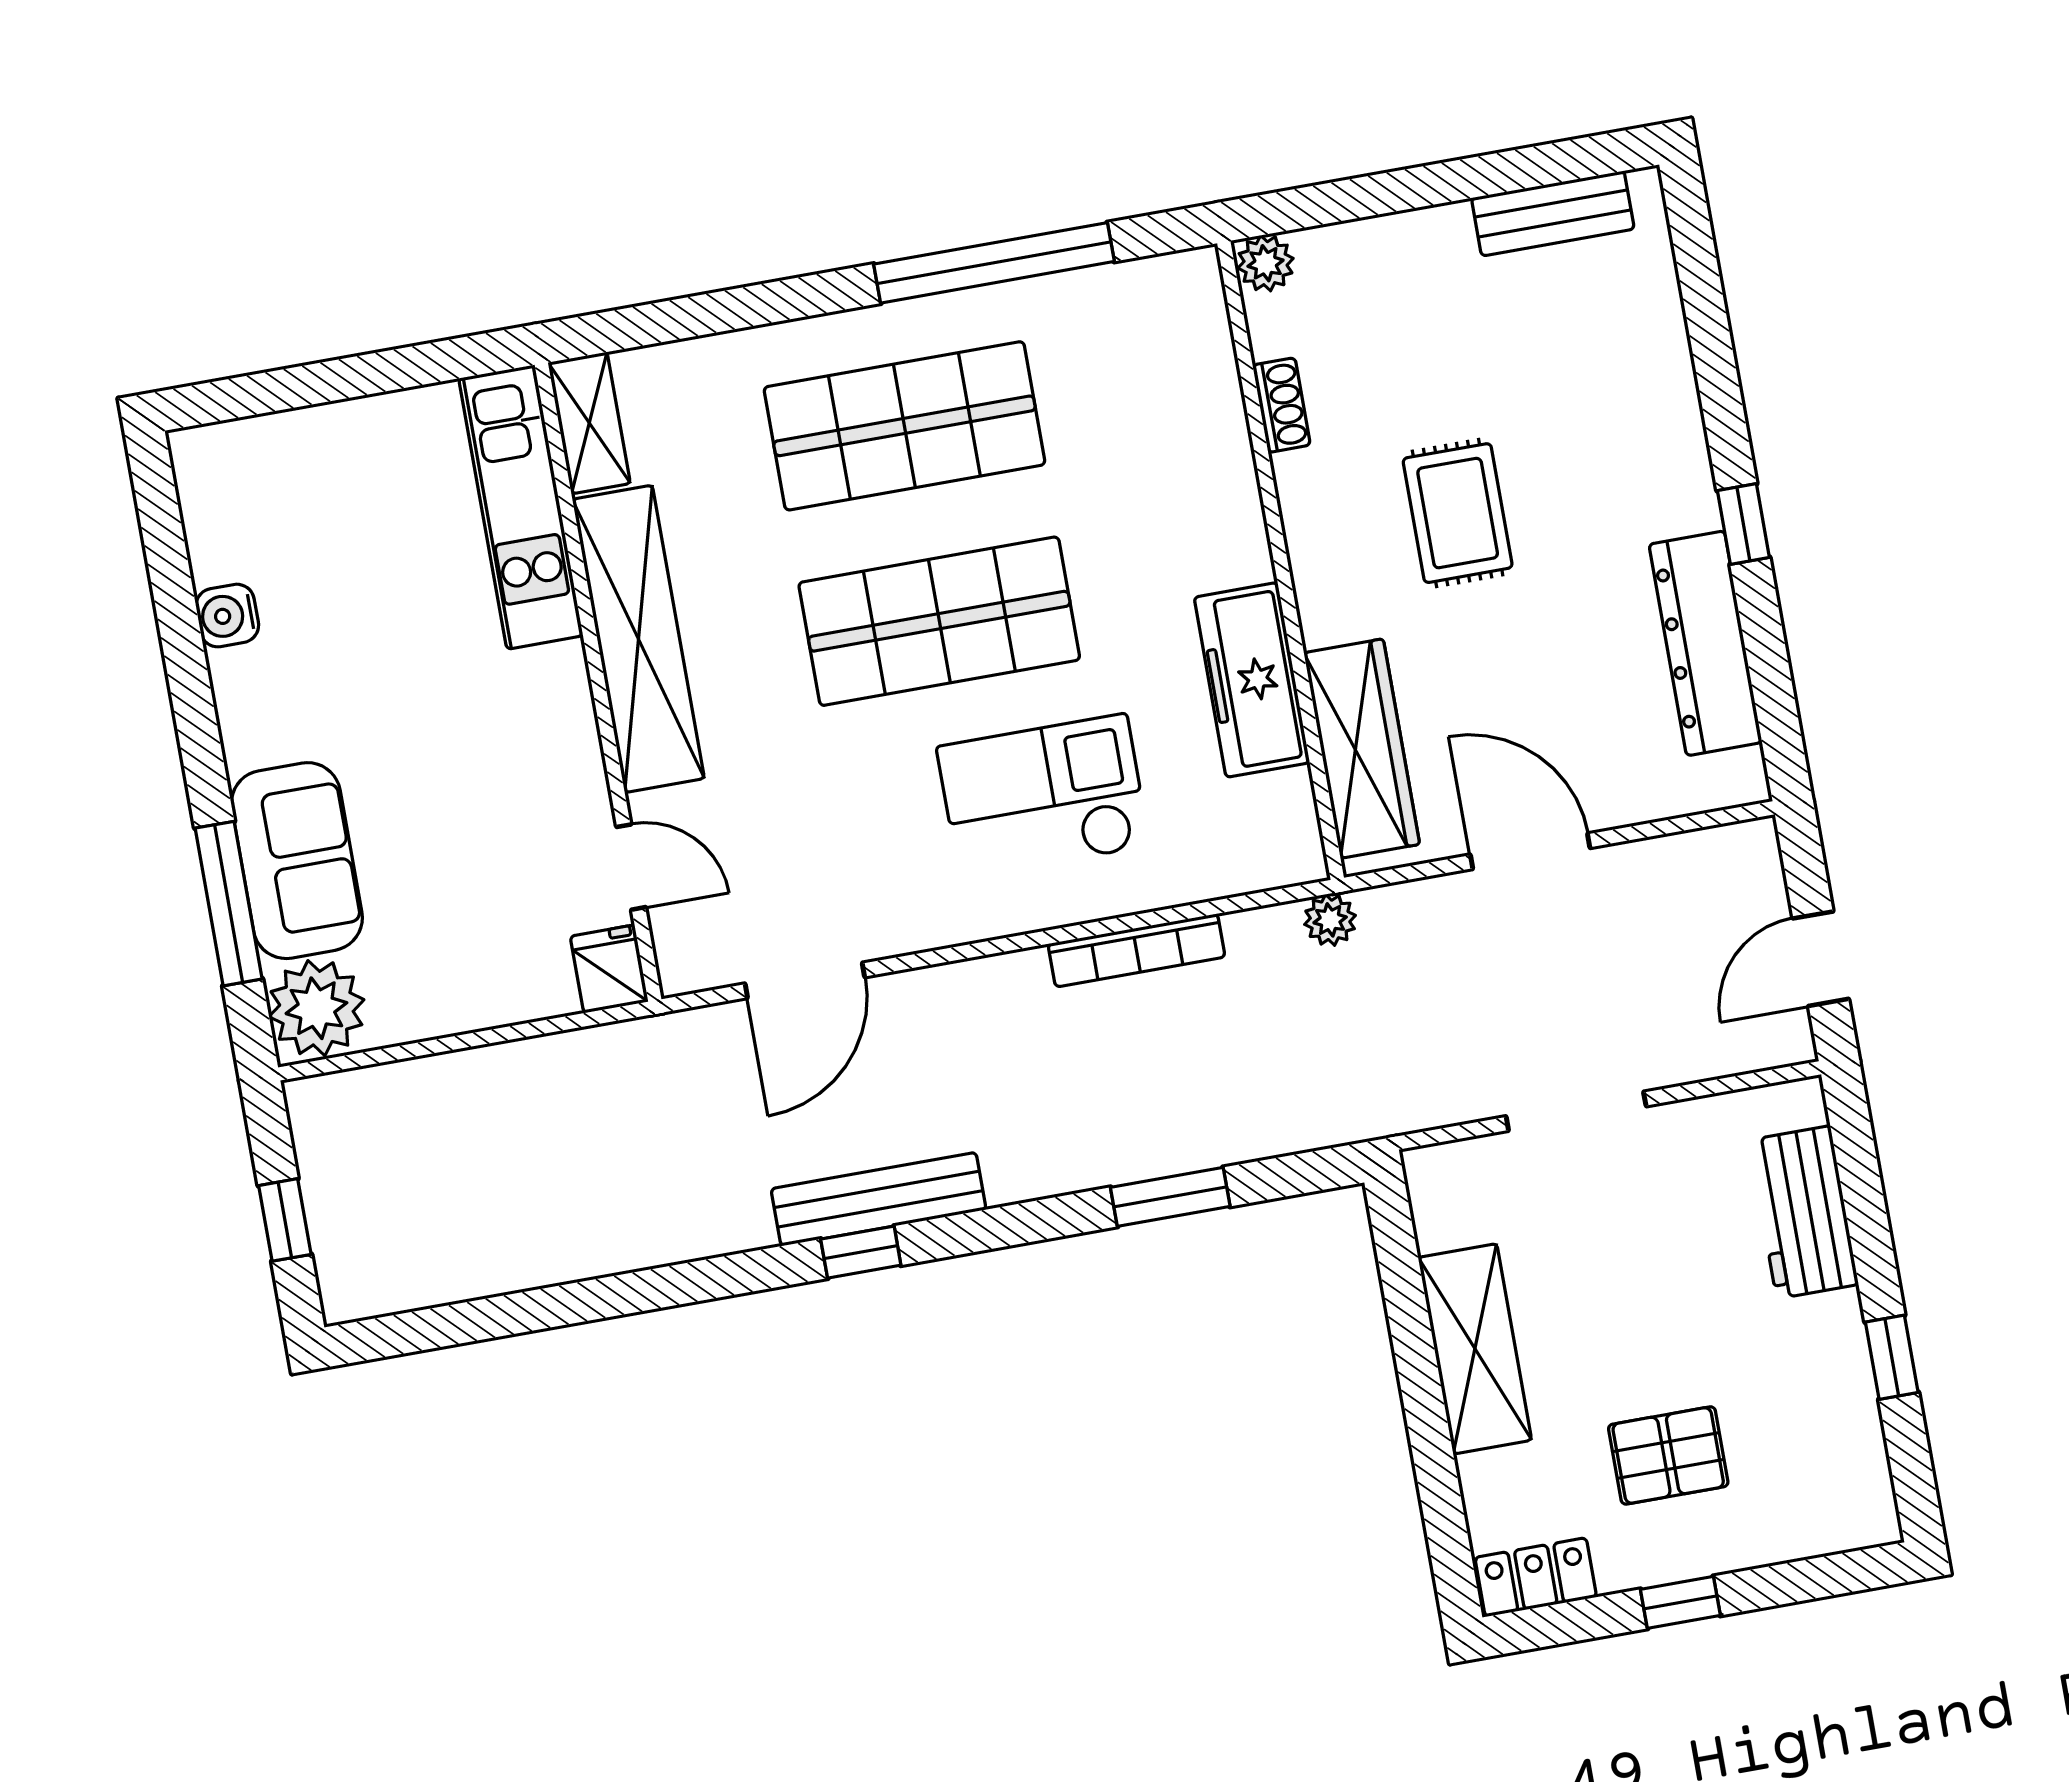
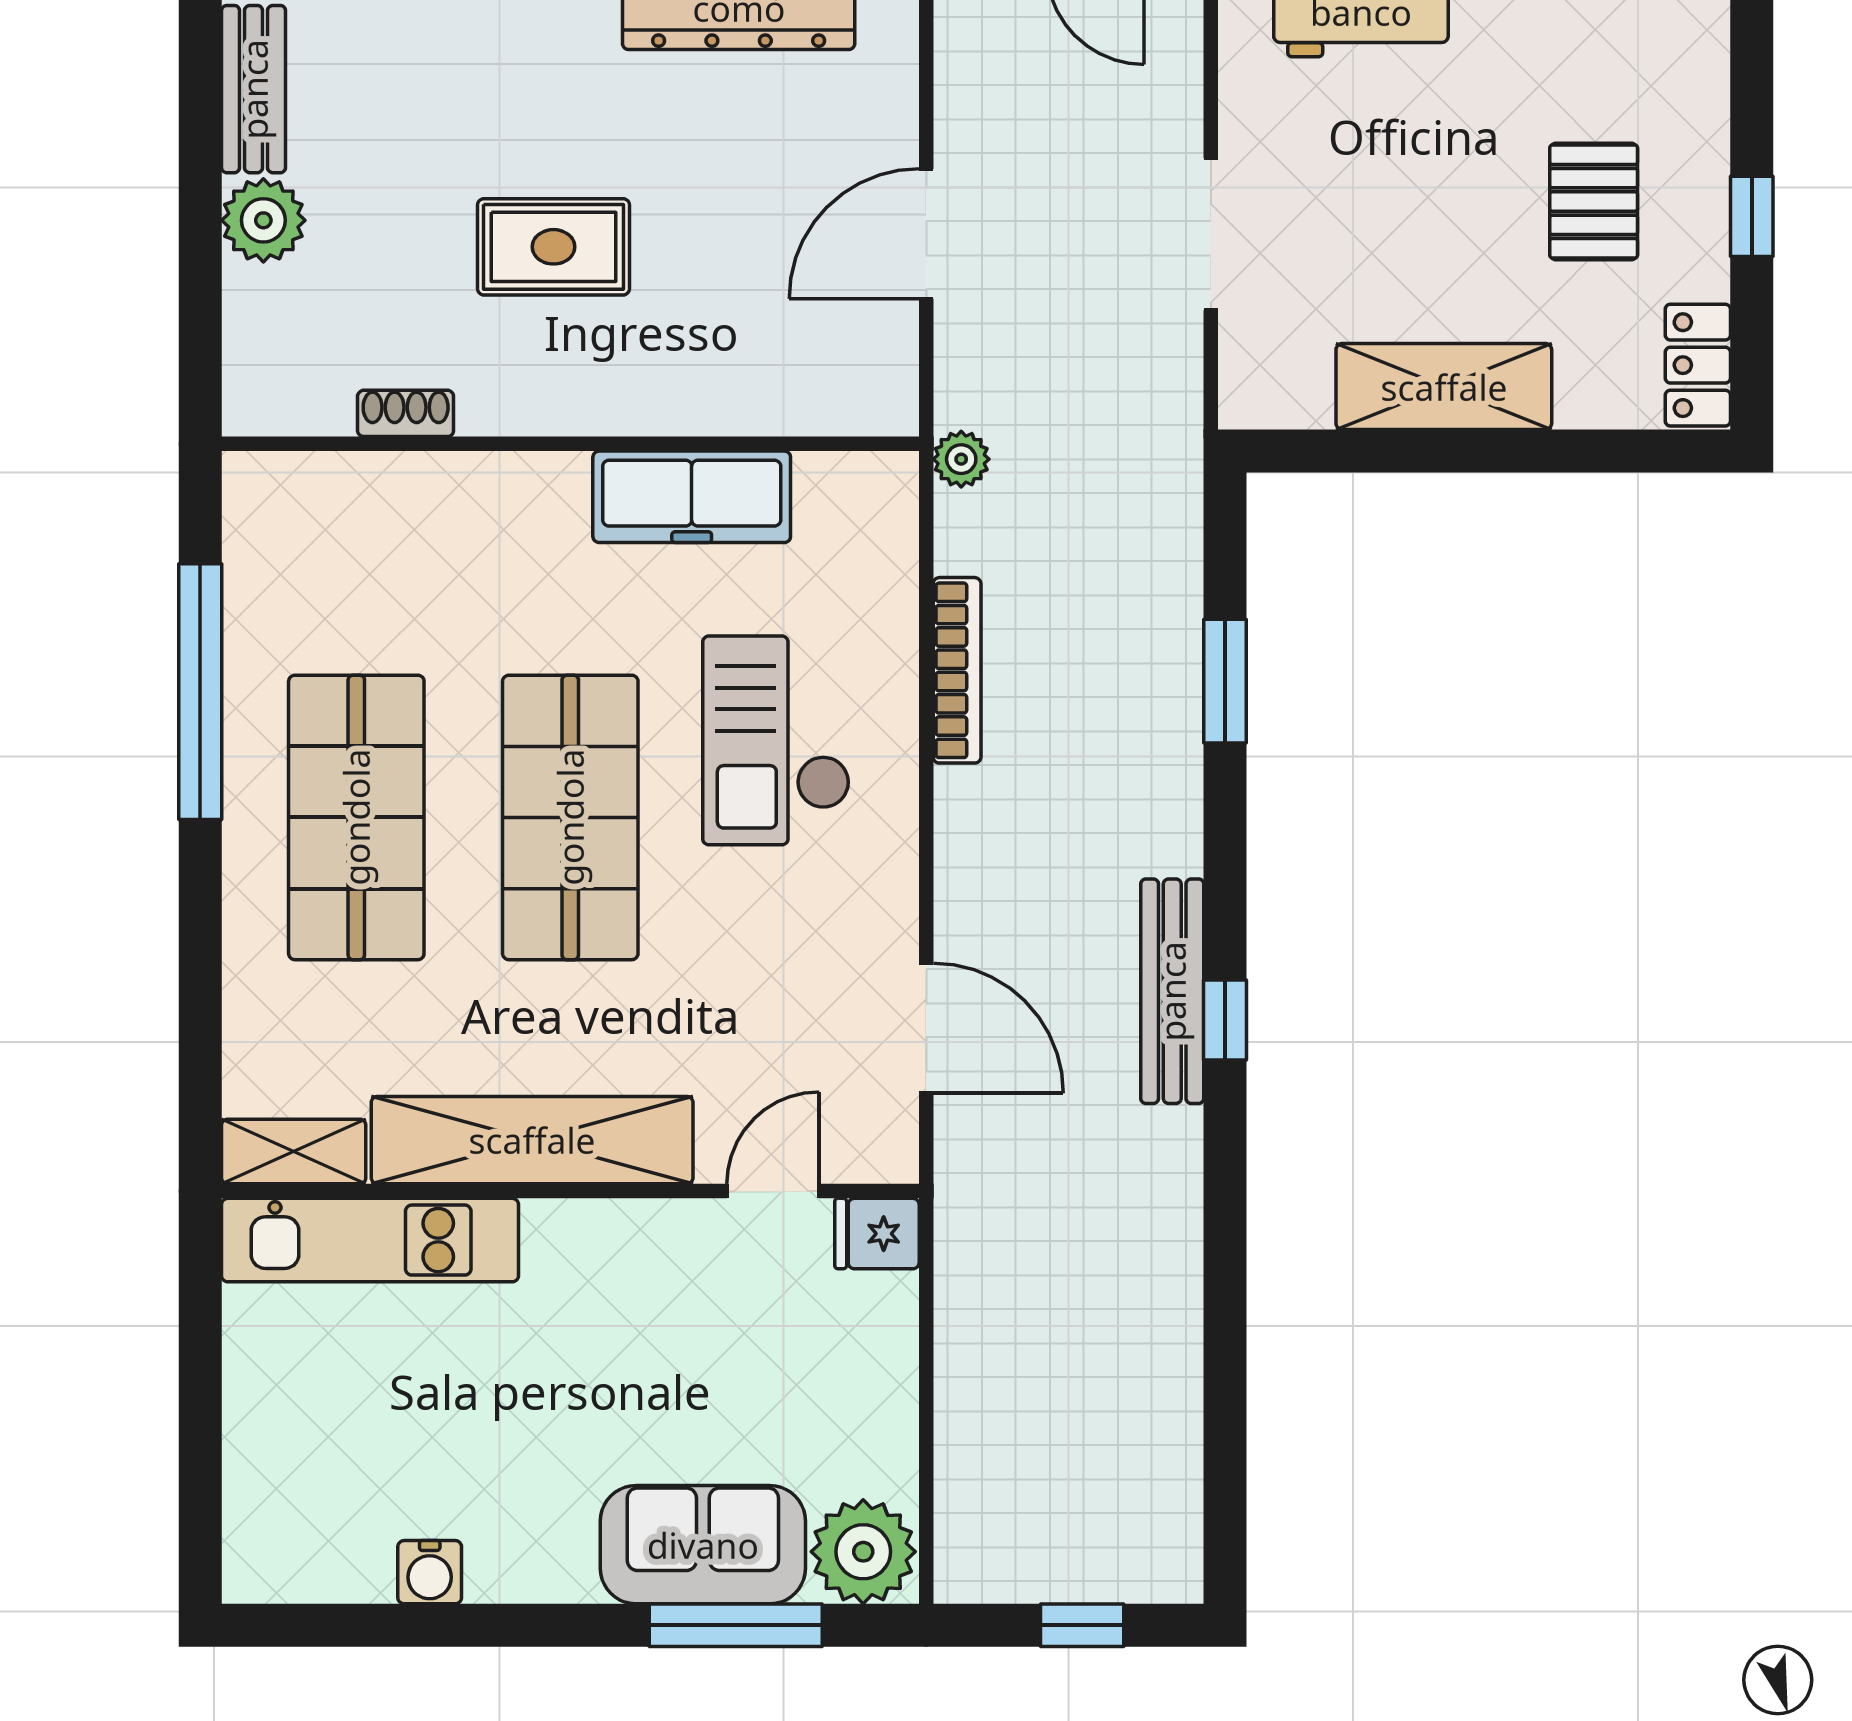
plant: (1266, 263) -> (263, 220), moved, width x1.38, depth x1.38
wardrobe: (1362, 749) -> (785, 393), removed

